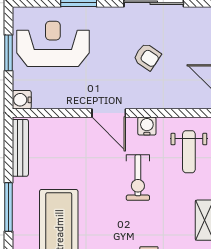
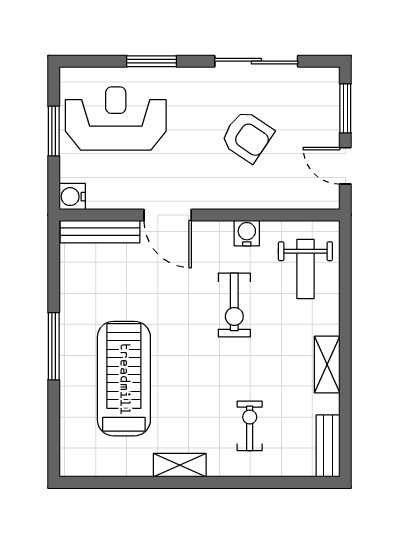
armchair: (147, 57) -> (247, 136), width x1.38, depth x1.38
door: (109, 113) -> (168, 215), moved
bench: (20, 148) -> (100, 232), moved, turned 90

